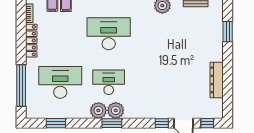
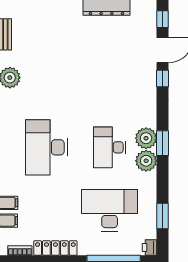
desk: (60, 82) -> (110, 210), turned 90
printer: (32, 113) -> (150, 247), added

